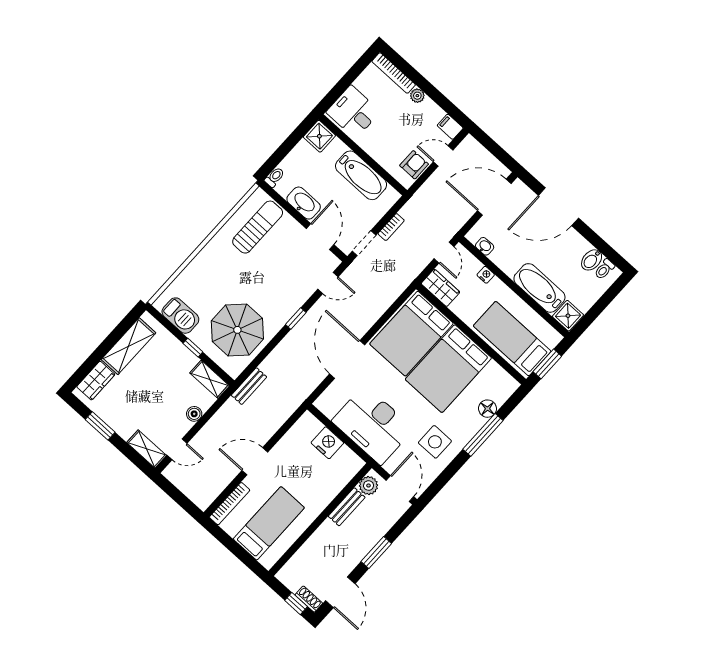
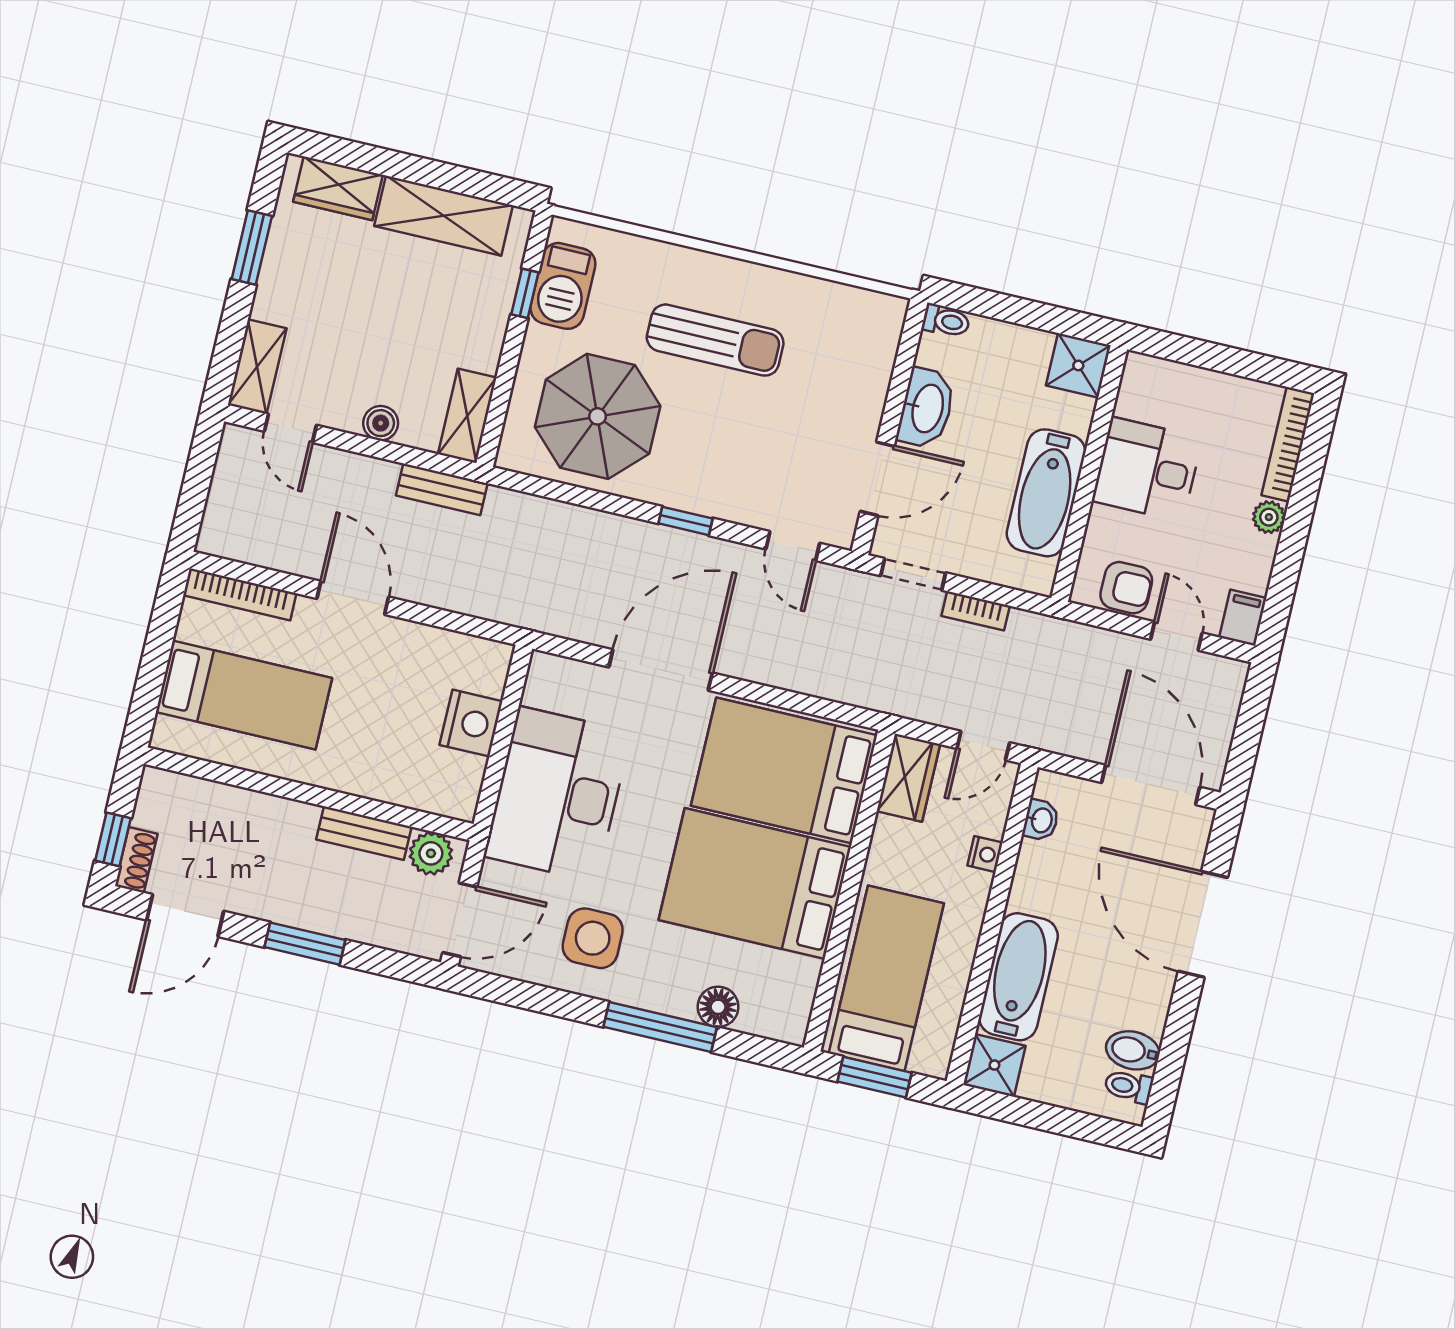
desk: (353, 112) -> (1147, 469), moved, turned -90
sun lounger: (258, 227) -> (715, 340), moved
window: (193, 348) -> (525, 293), moved
bench: (249, 386) -> (442, 489), moved

